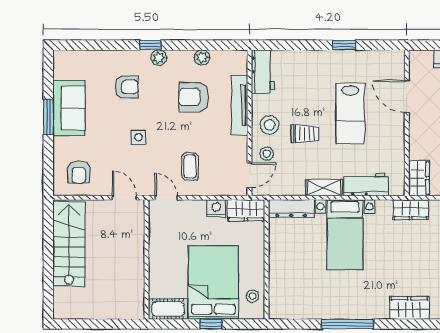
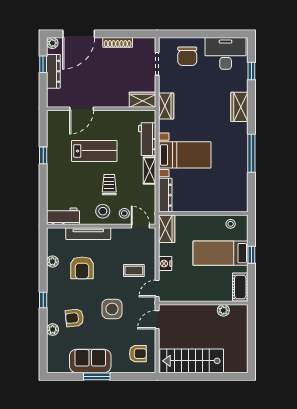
plant: (159, 58) -> (53, 330), moved
armchair: (127, 87) -> (74, 318), turned -96
side table: (139, 137) -> (112, 309), width x1.87, depth x1.87
nightstand: (216, 208) -> (165, 264), moved
bed: (213, 283) -> (221, 253), width x0.67
plant: (137, 286) -> (223, 310), added

